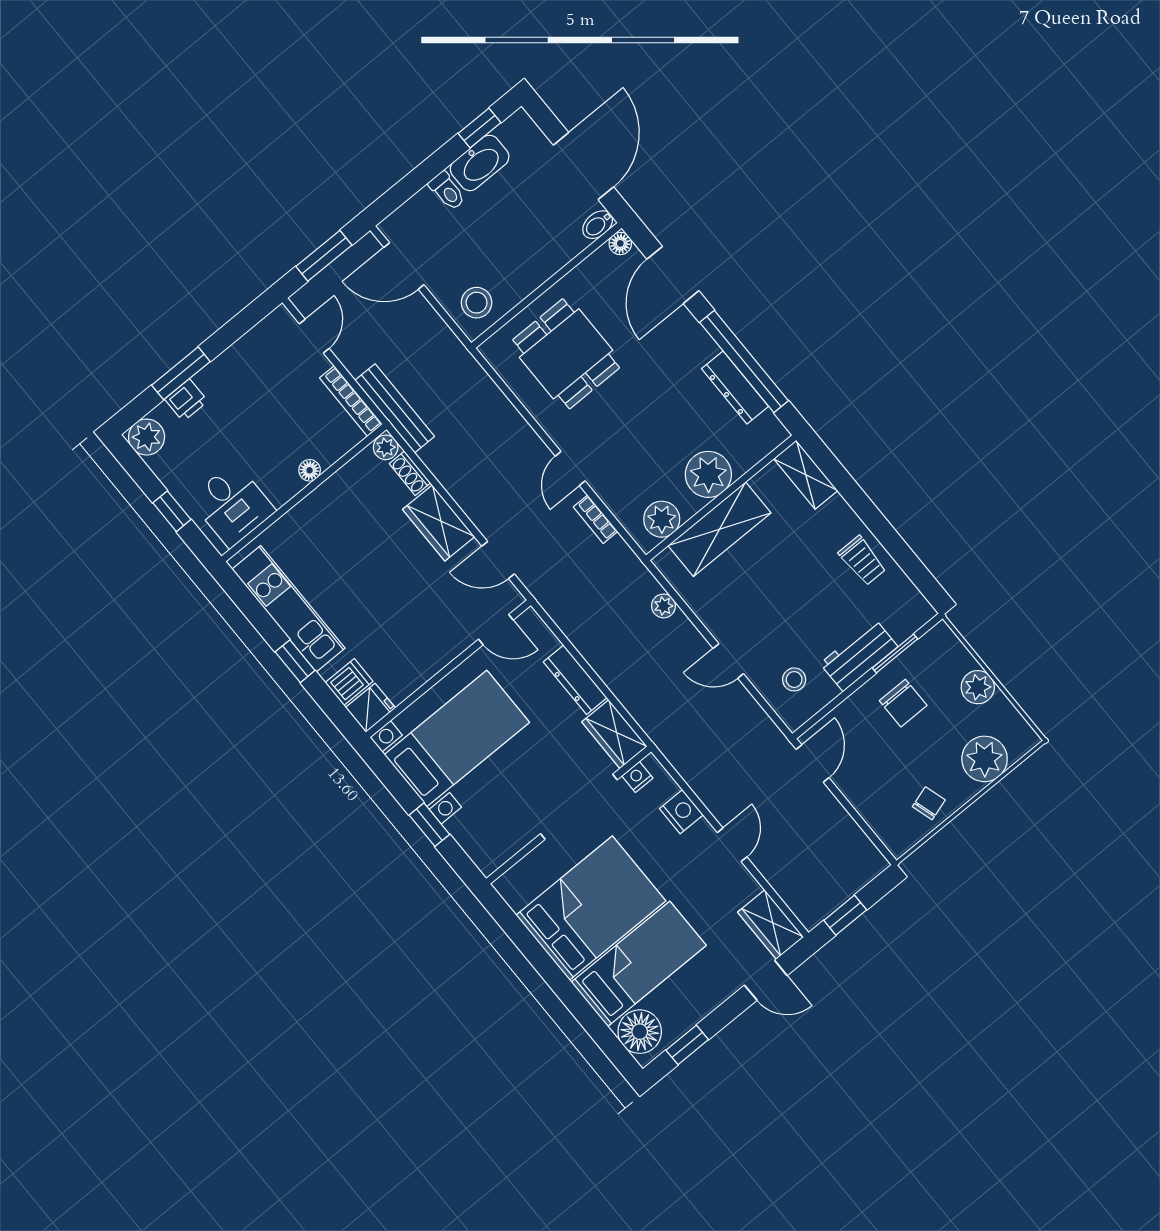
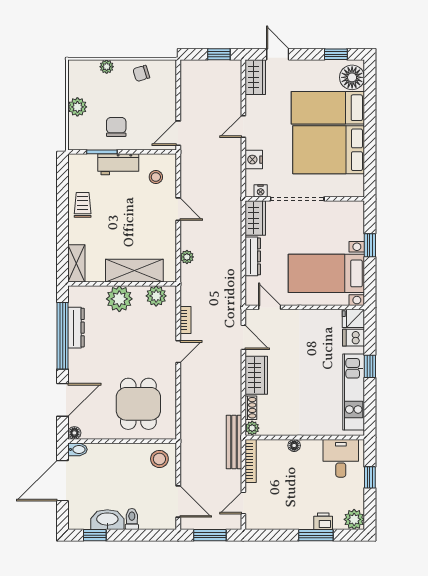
plant: (985, 759) -> (107, 67), width x0.53, depth x0.53

